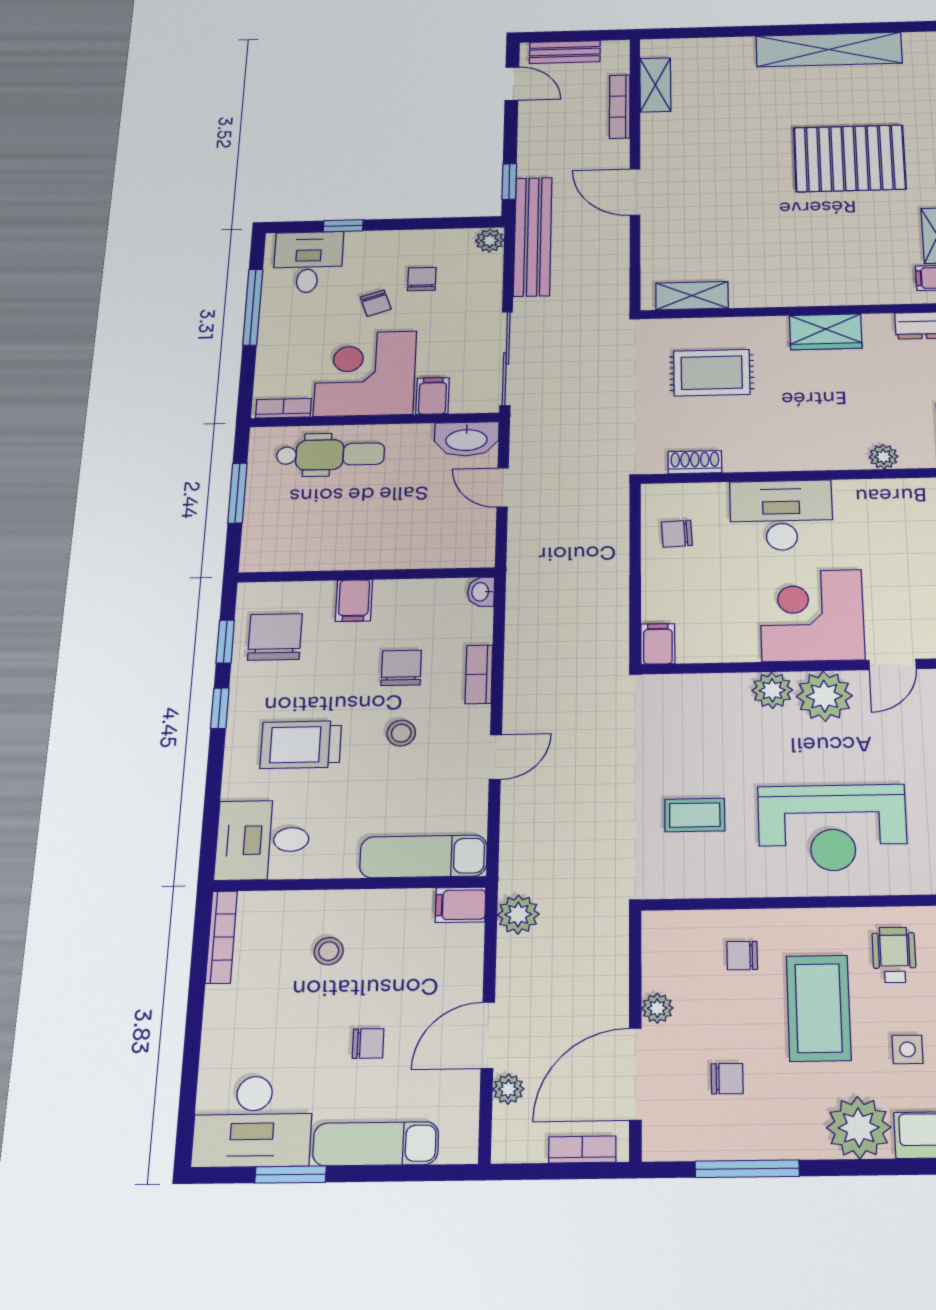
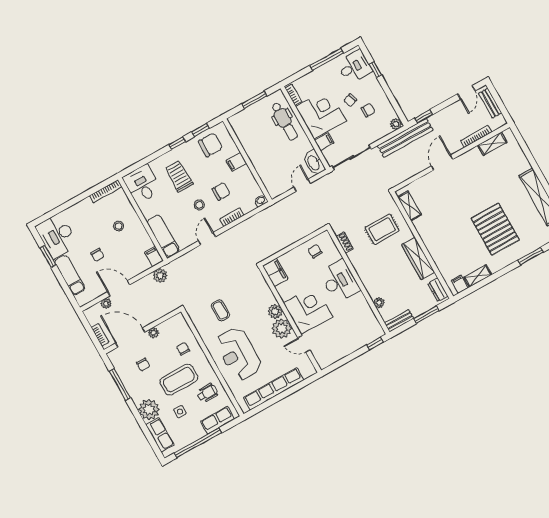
wardrobe: (826, 332) -> (418, 258), width x1.50
rug: (712, 373) -> (382, 229), turned 90
filing cabinet: (658, 644) -> (275, 272), width x2.00
door: (495, 757) -> (207, 239), swing flipped

